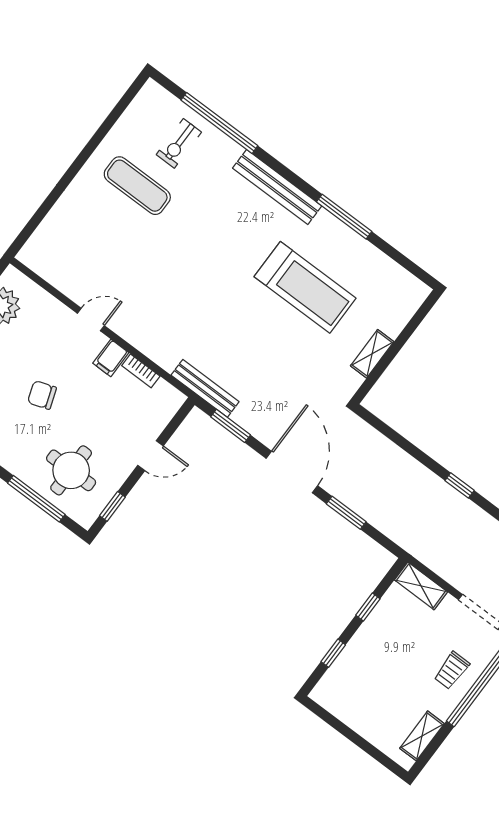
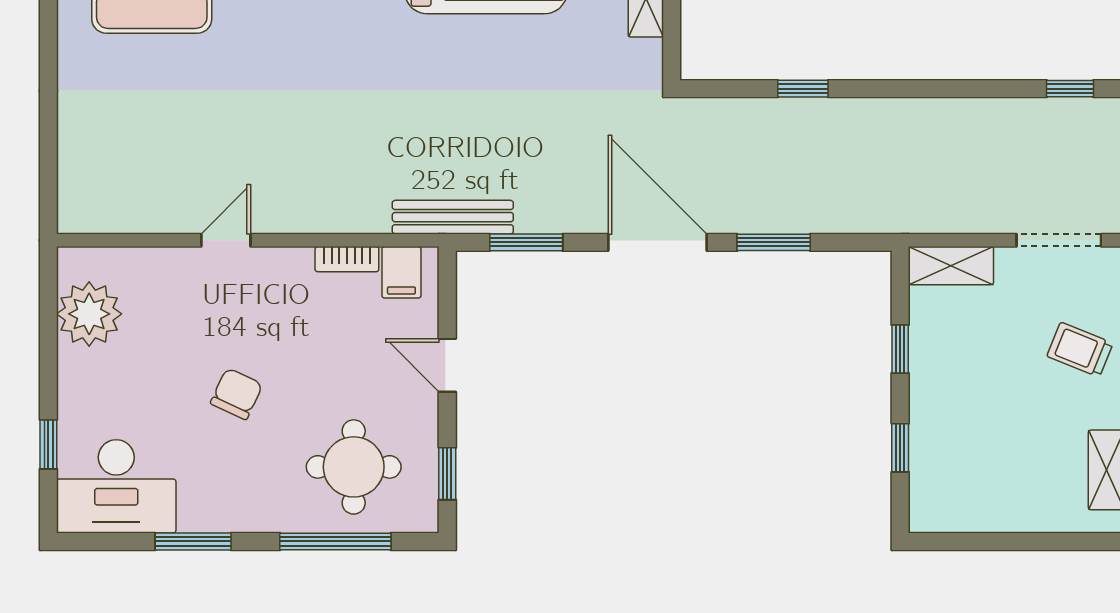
filing cabinet: (111, 358) -> (401, 272), moved
chair: (42, 395) -> (237, 394), turned 134
door: (151, 456) -> (447, 365), swing flipped
window: (460, 485) -> (803, 89), moved
trolley: (452, 670) -> (1080, 350), turned 112

